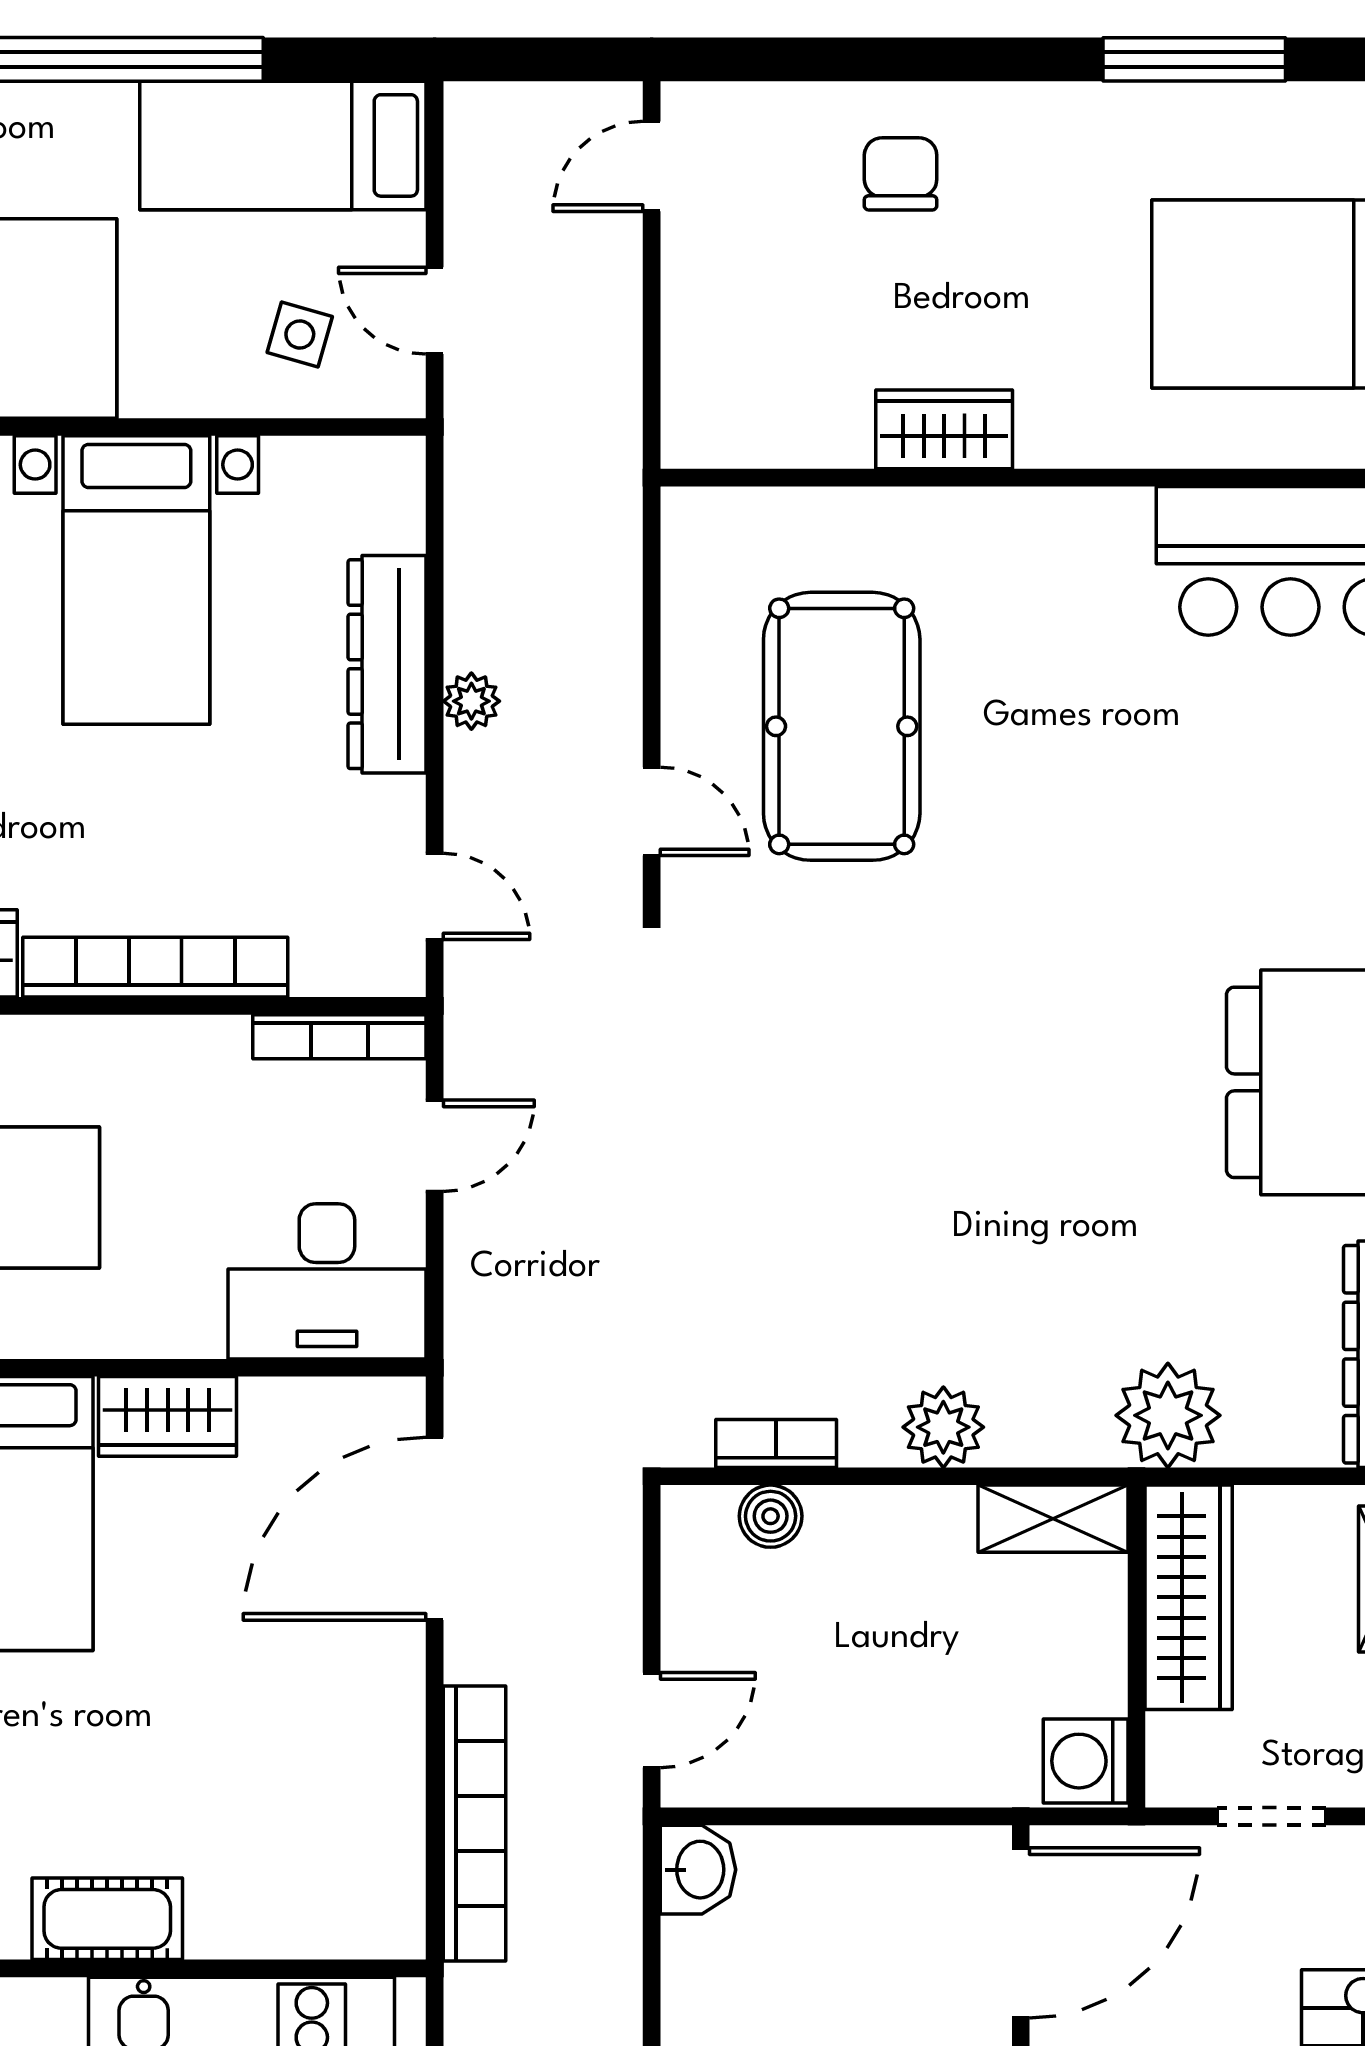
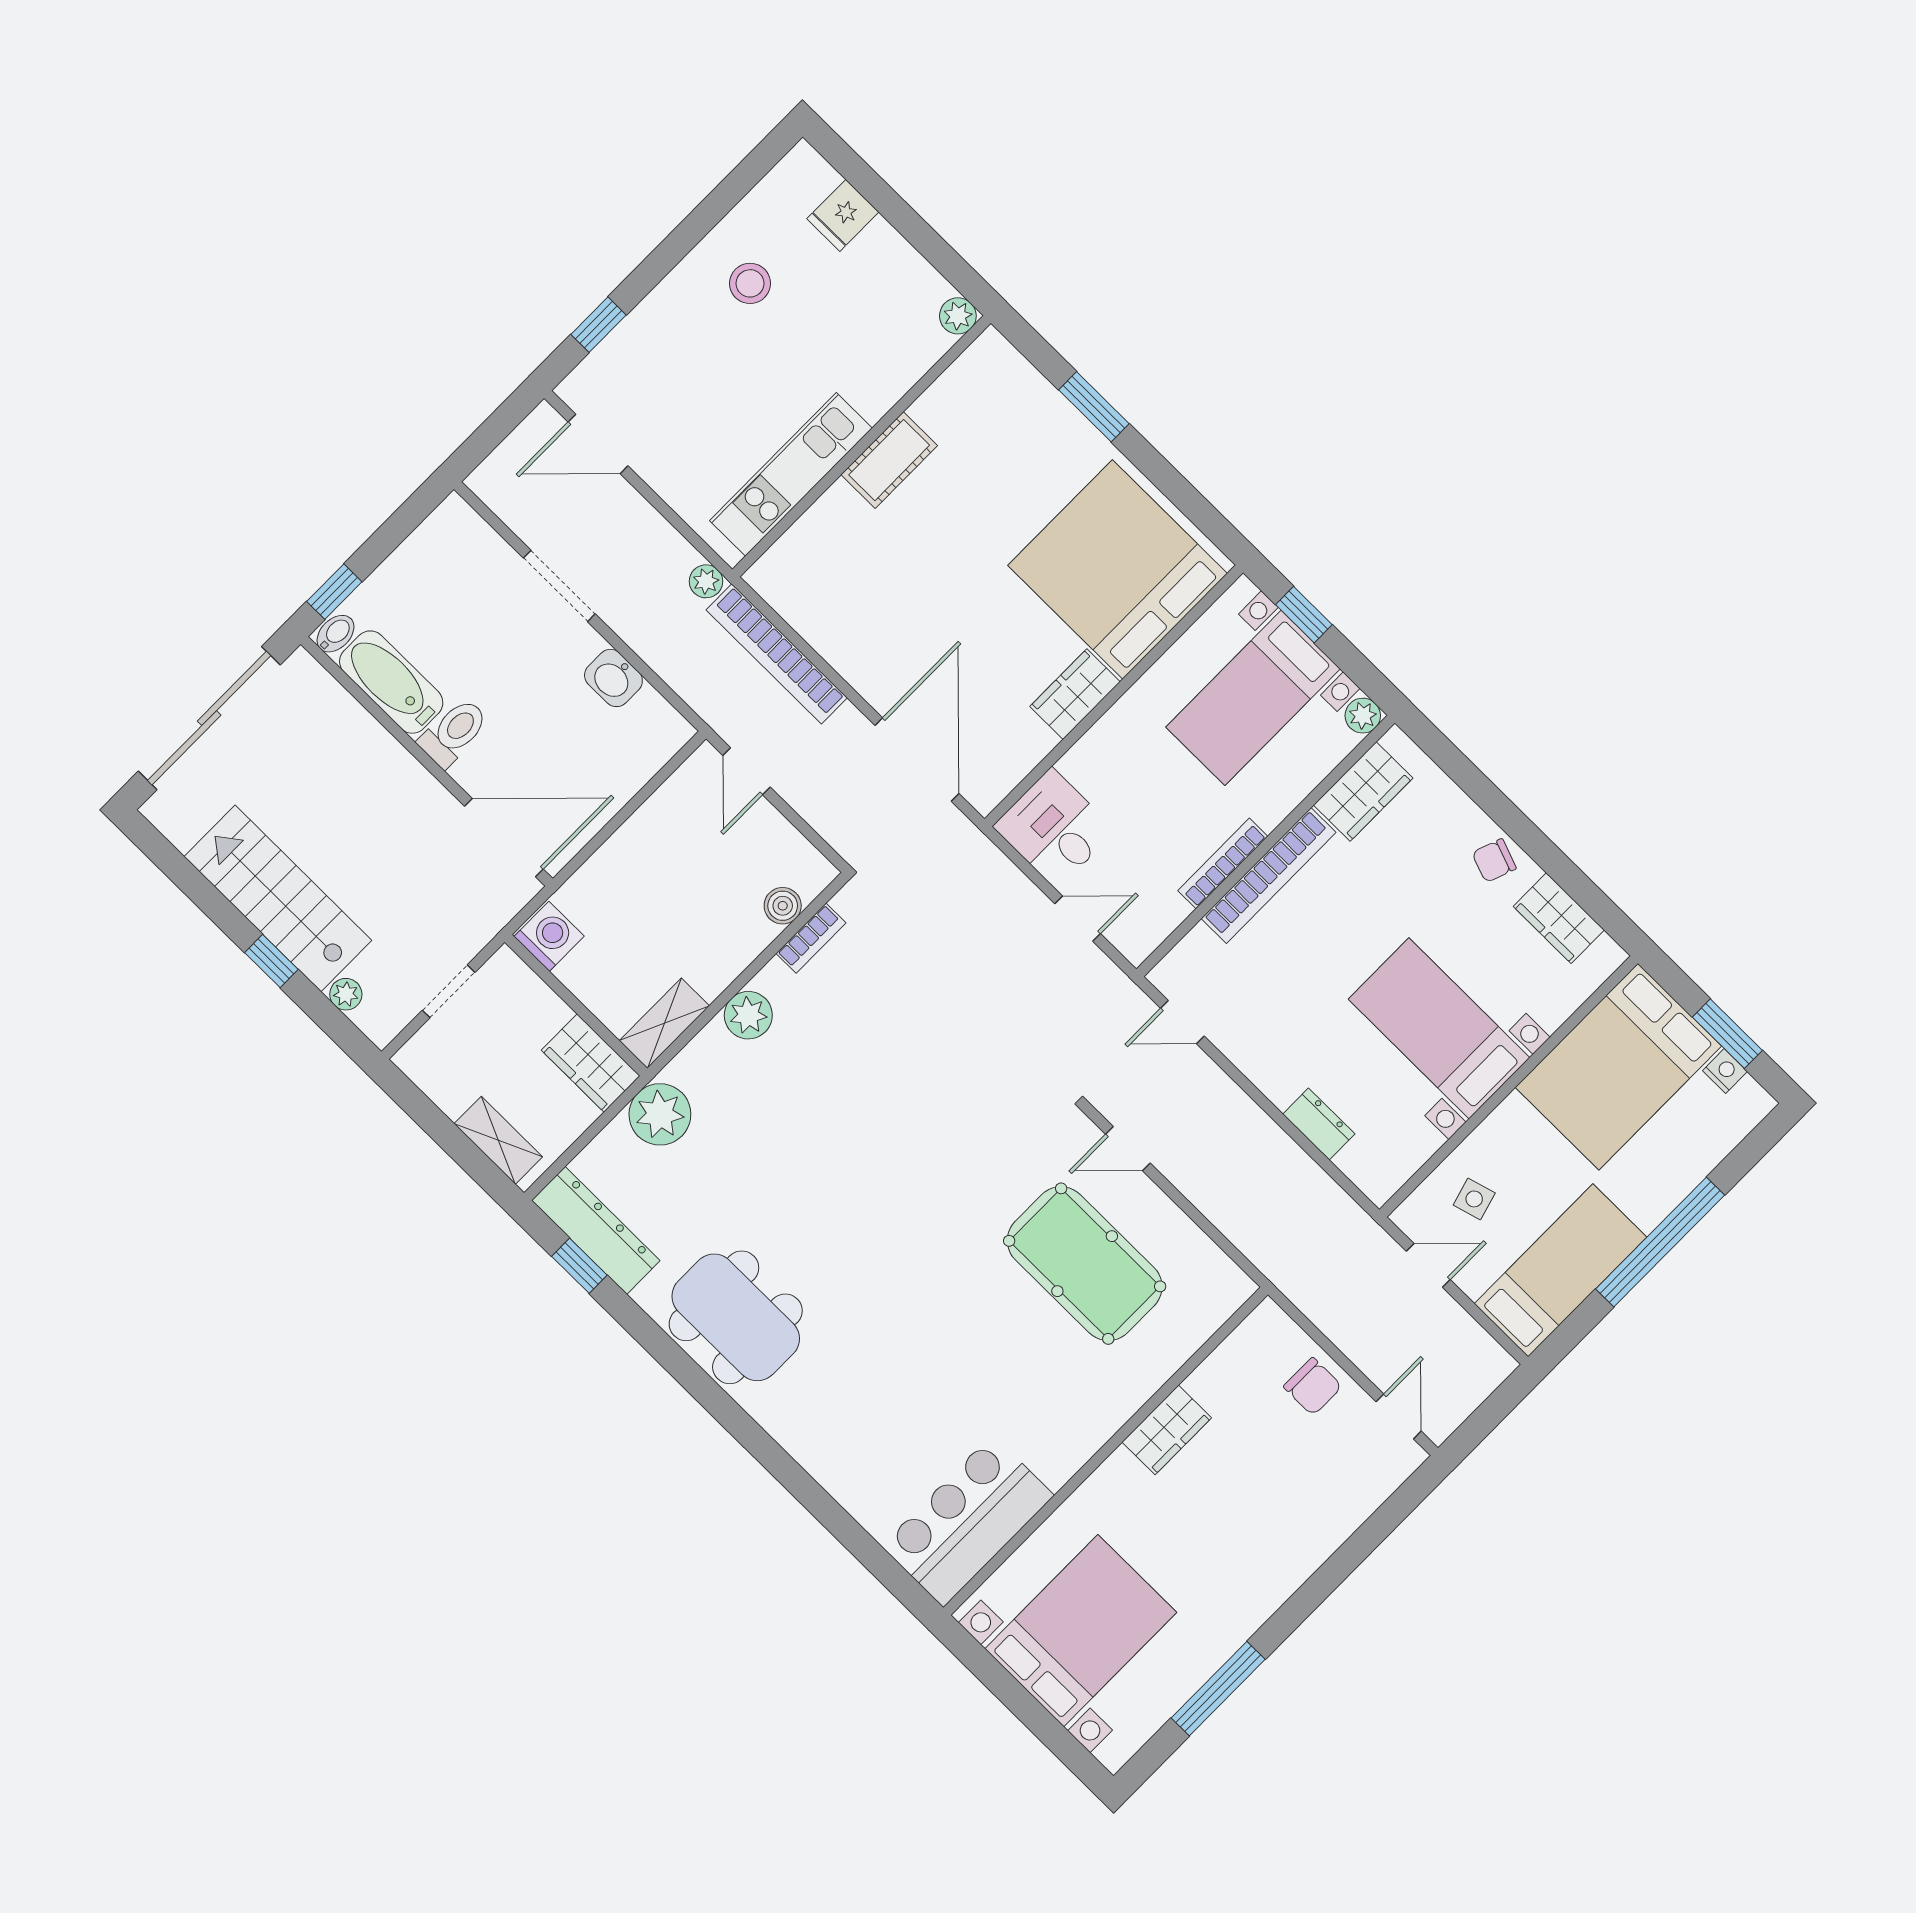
chair: (901, 174) -> (1313, 1386), moved
side table: (300, 334) -> (1474, 1199), turned -32
dresser: (387, 664) -> (1319, 1124), width x0.51, depth x0.80
plant: (471, 701) -> (706, 581), moved
bookcase: (339, 1037) -> (1223, 863), moved
door: (435, 1146) -> (1078, 919), swing flipped
desk: (327, 1281) -> (1054, 828), width x0.73
wardrobe: (1189, 1597) -> (591, 1063), width x0.67
washbasin: (698, 1870) -> (613, 678), moved
door: (1021, 1933) -> (504, 838), swing flipped

